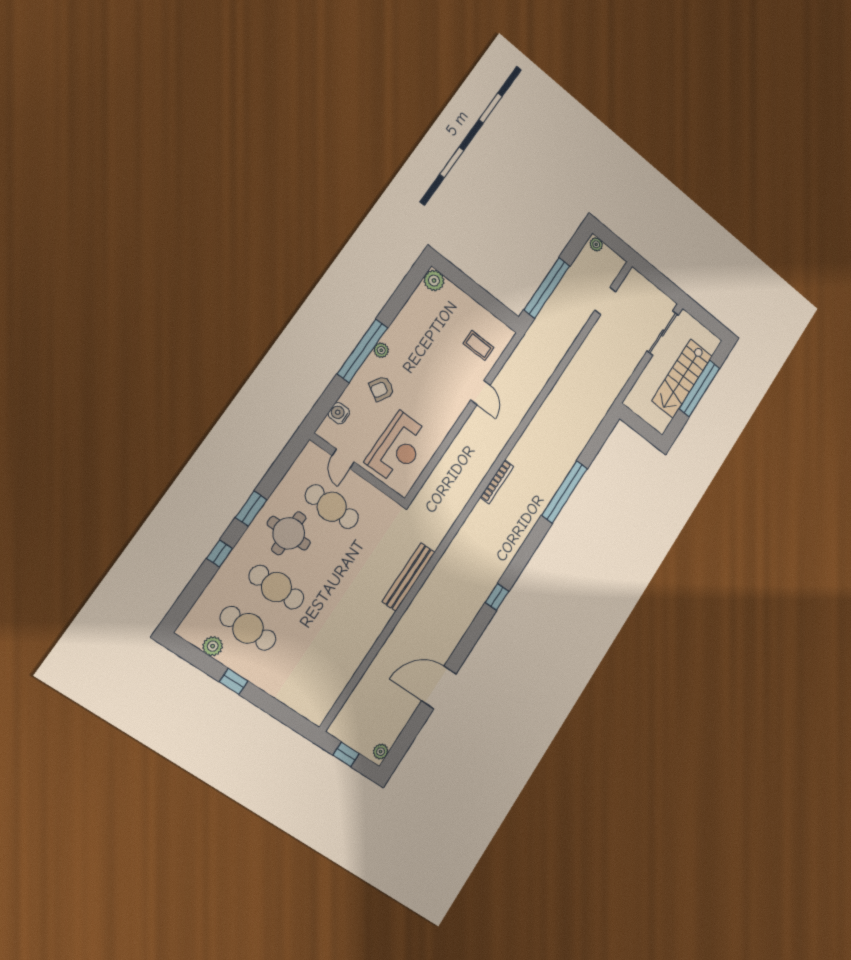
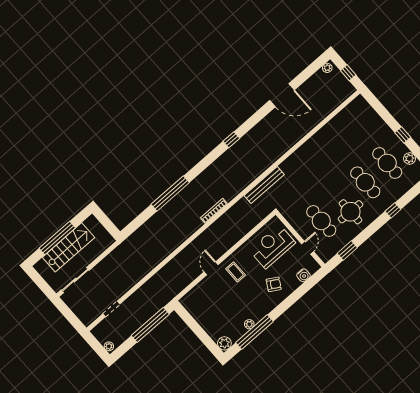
coffee table: (478, 346) -> (236, 272), moved
plant: (381, 350) -> (249, 324), moved
window: (363, 351) -> (254, 332), moved
window: (251, 509) -> (347, 250), moved
bench: (409, 577) -> (264, 185), moved

